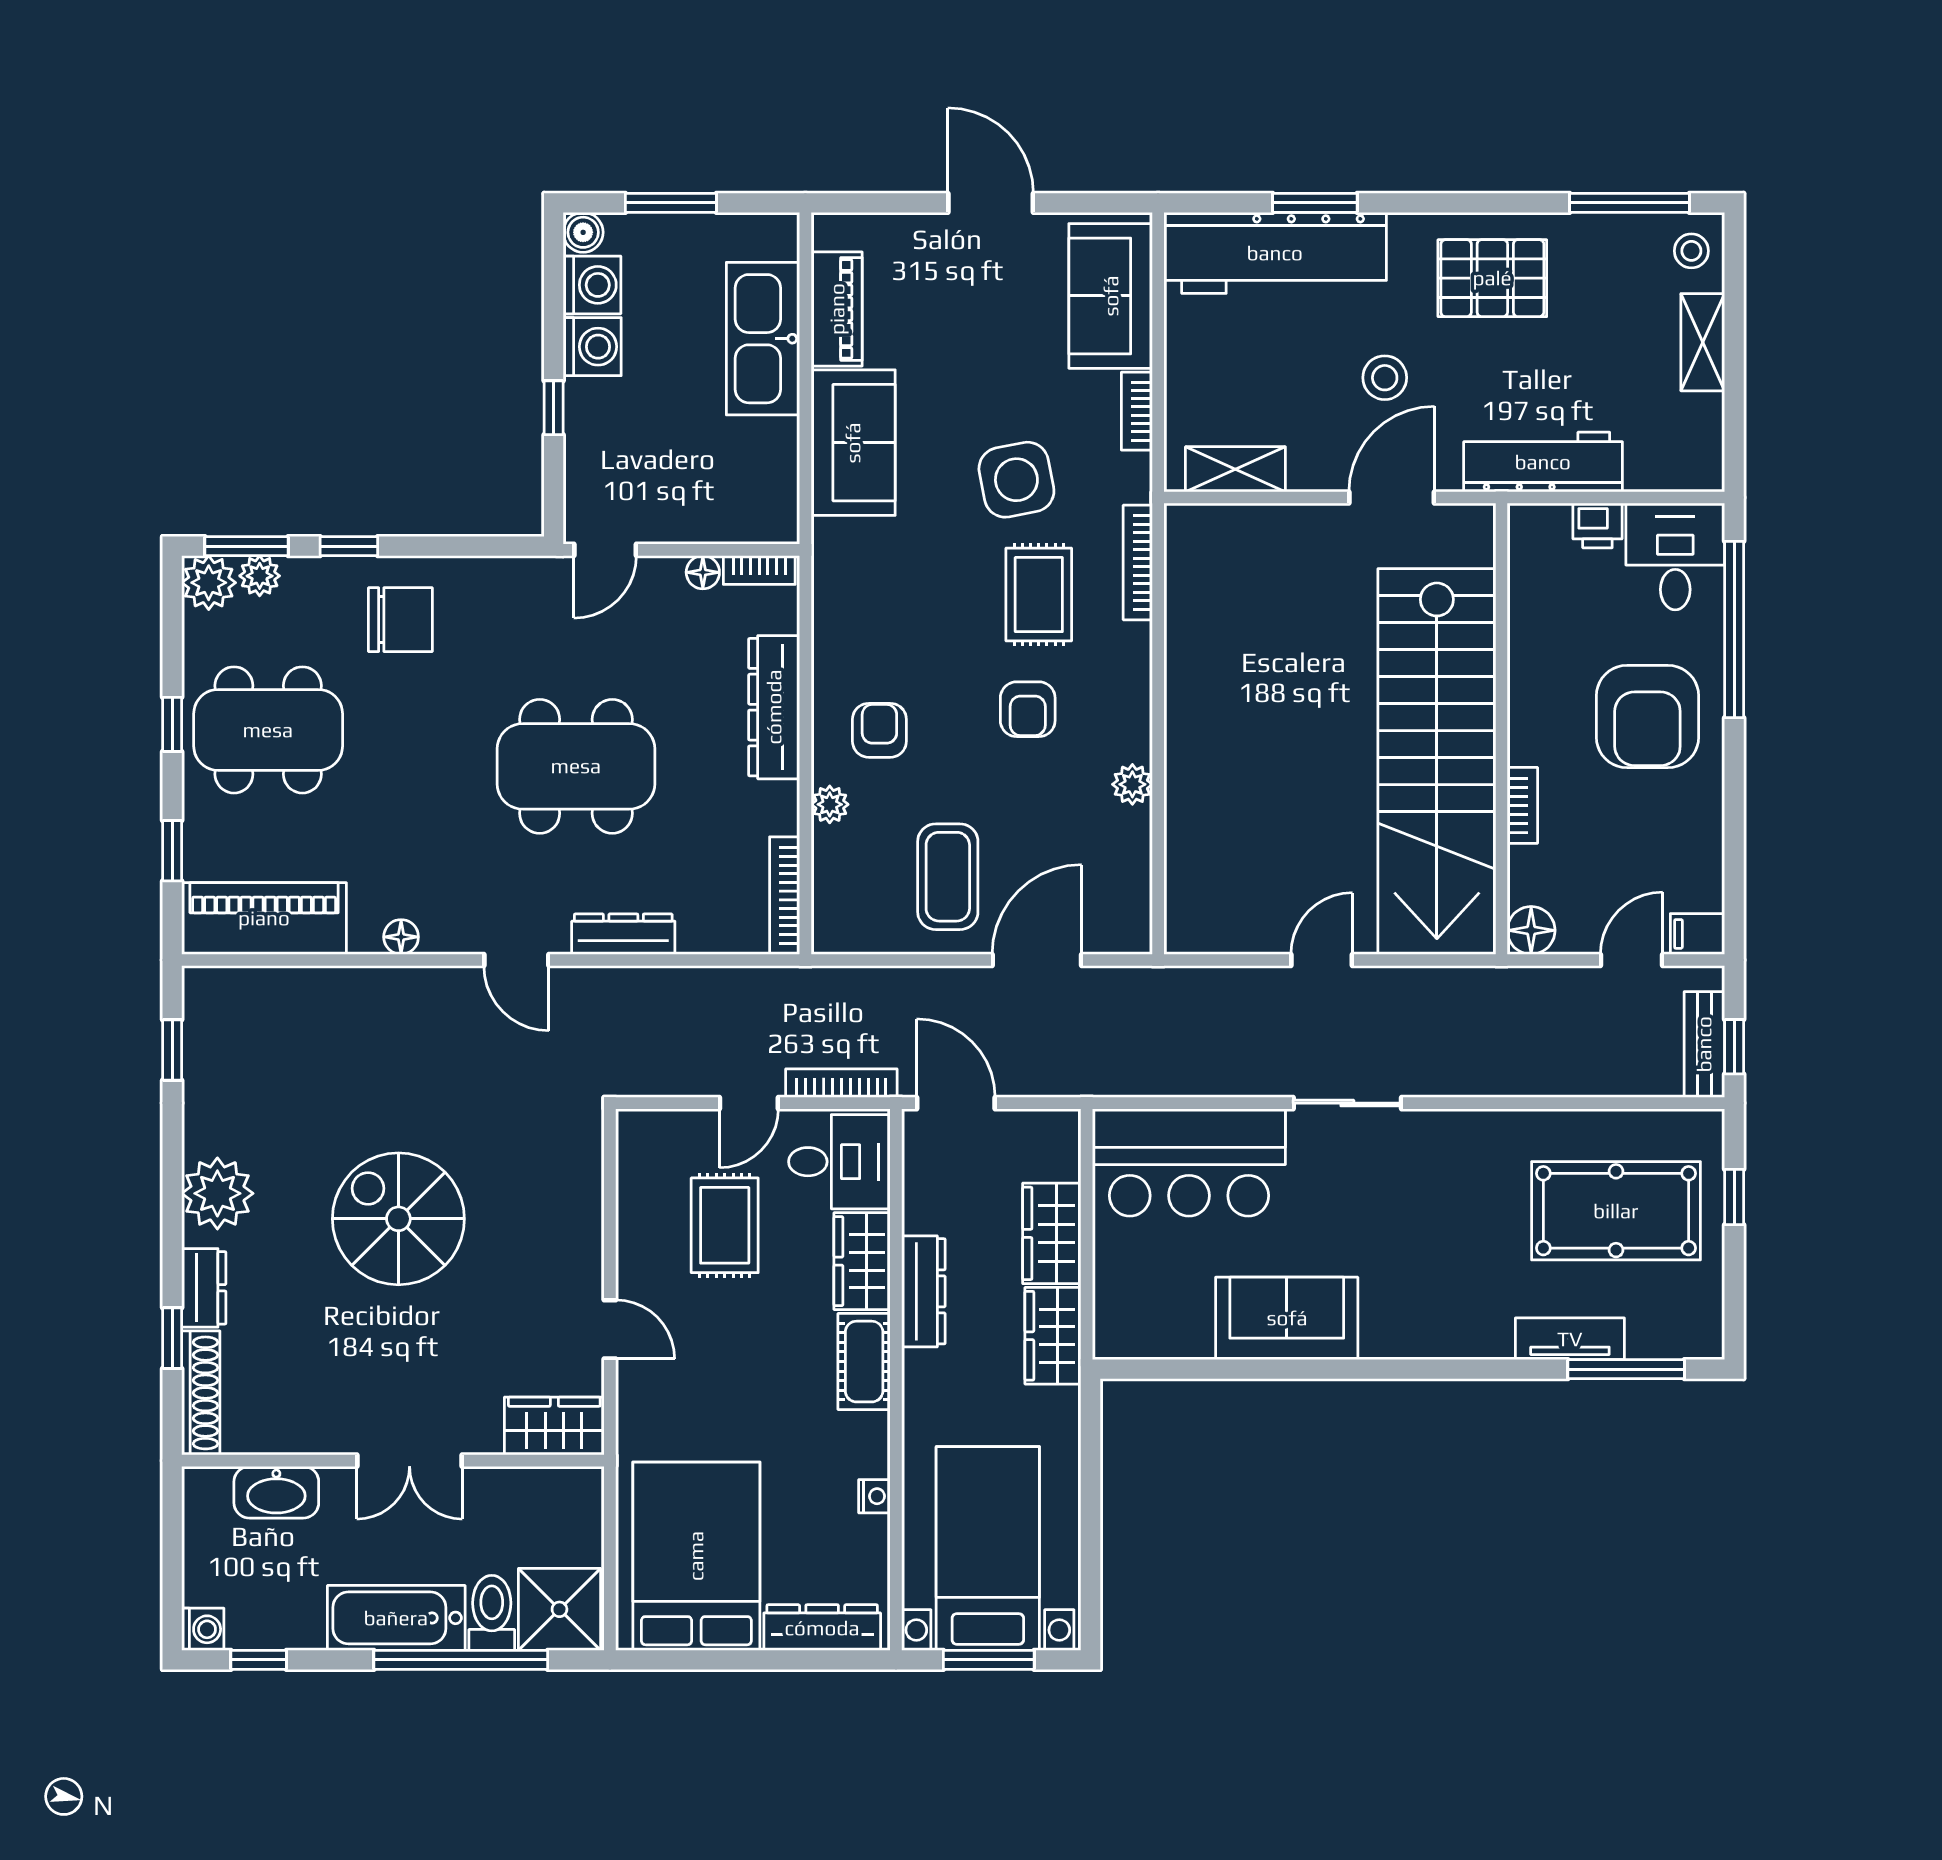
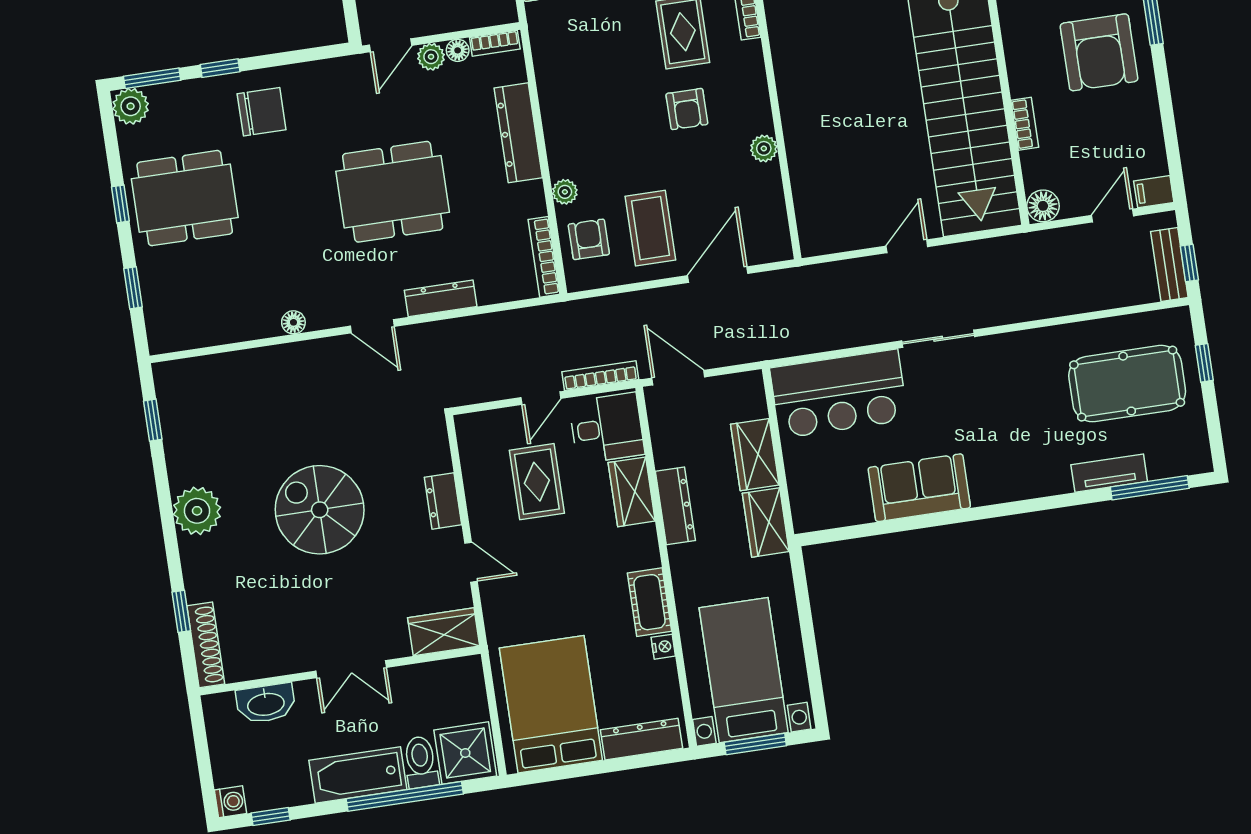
plant: (260, 576) -> (431, 57), moved
armchair: (879, 730) -> (589, 239), moved
piano: (264, 918) -> (201, 324), removed
dresser: (204, 1288) -> (443, 501), moved, turned 180
cot: (864, 1362) -> (650, 602), moved

